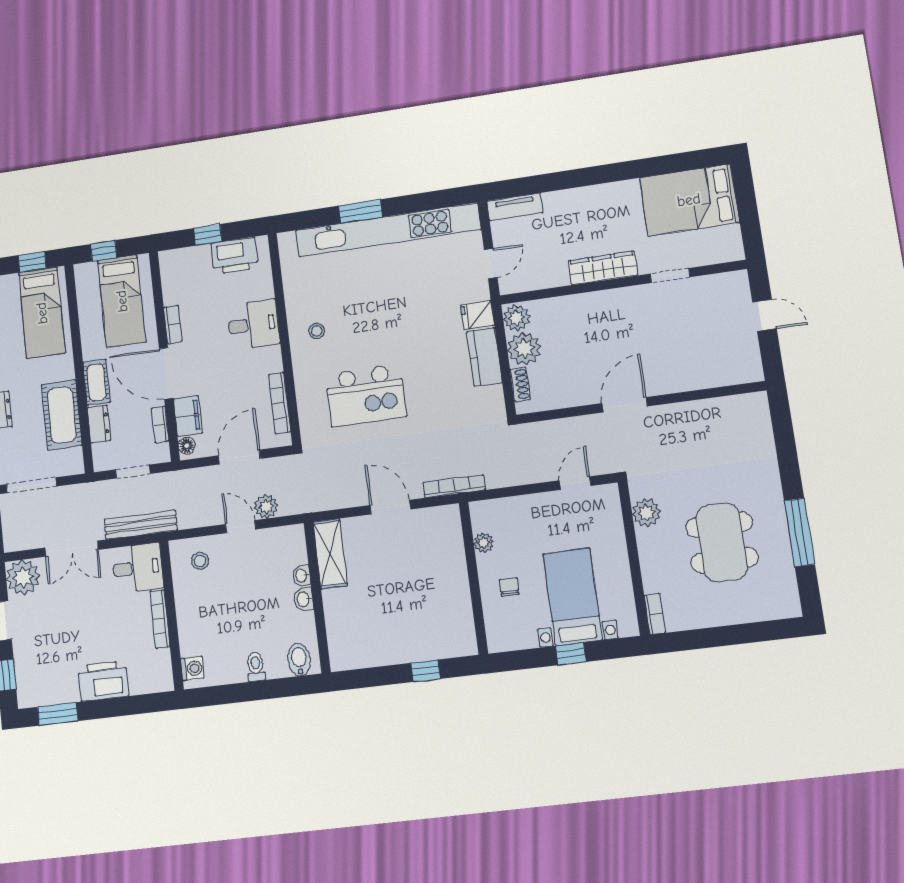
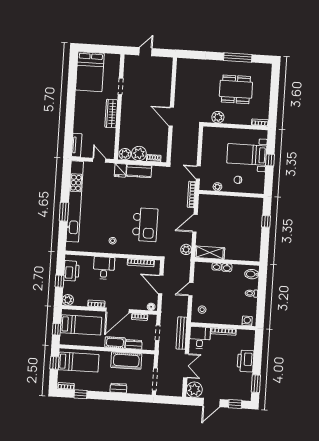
plant: (171, 261) -> (68, 300), added
filing cabinet: (188, 416) -> (138, 304), removed
door: (575, 483) -> (198, 172), moved
plant: (266, 507) -> (186, 249), moved

